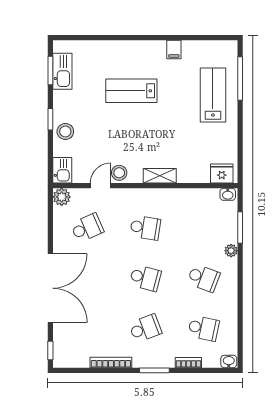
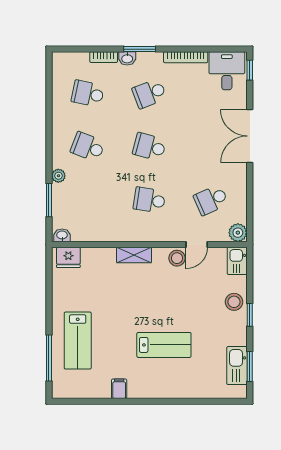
double door: (50, 288) -> (250, 136), width x0.73
desk: (72, 350) -> (227, 71), added
washbasin: (229, 361) -> (127, 58), moved

